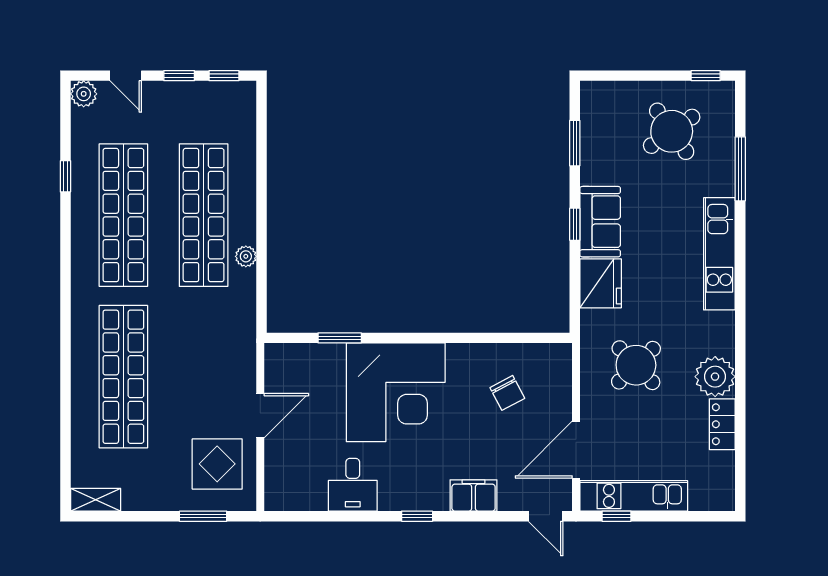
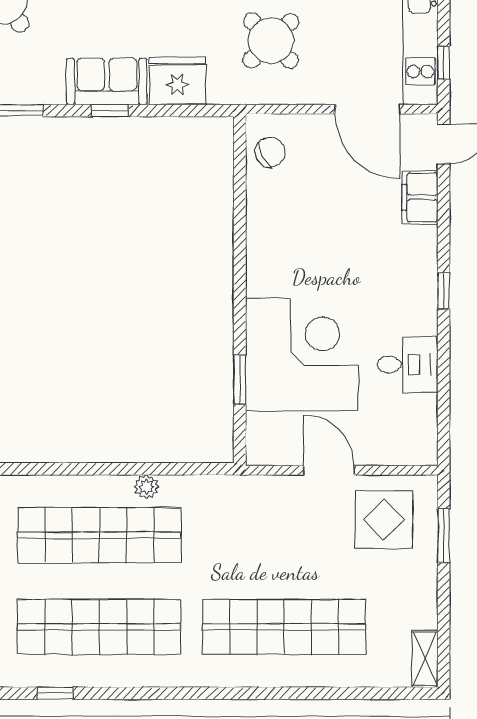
corner desk: (396, 392) -> (302, 354), moved
chair: (507, 393) -> (270, 152), moved
filing cabinet: (474, 495) -> (420, 197), moved

